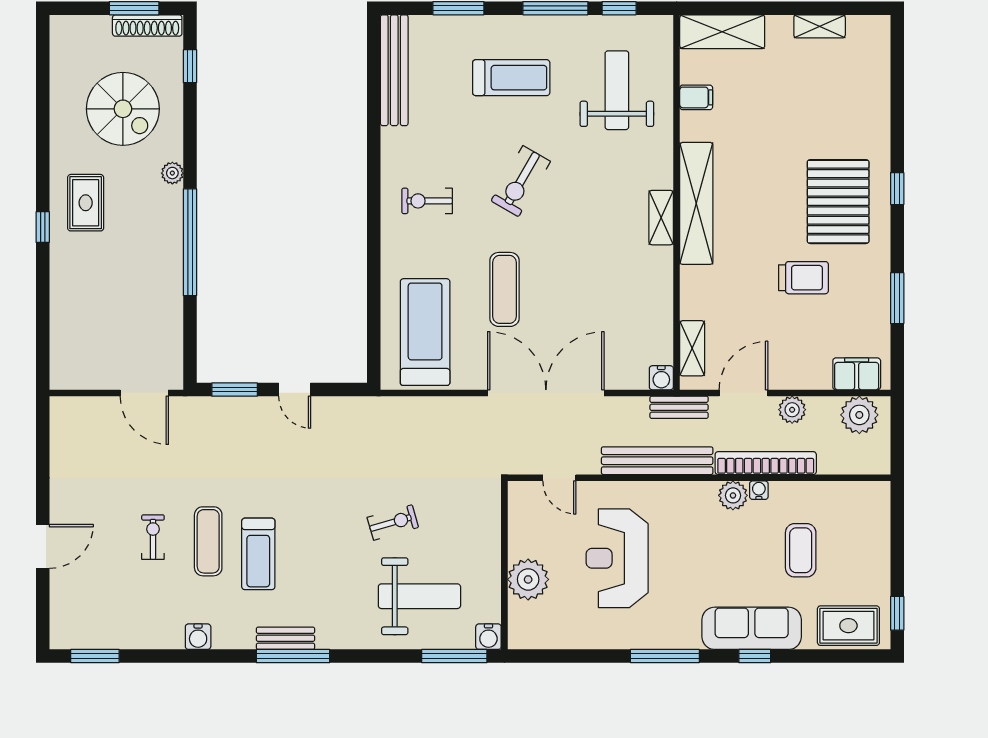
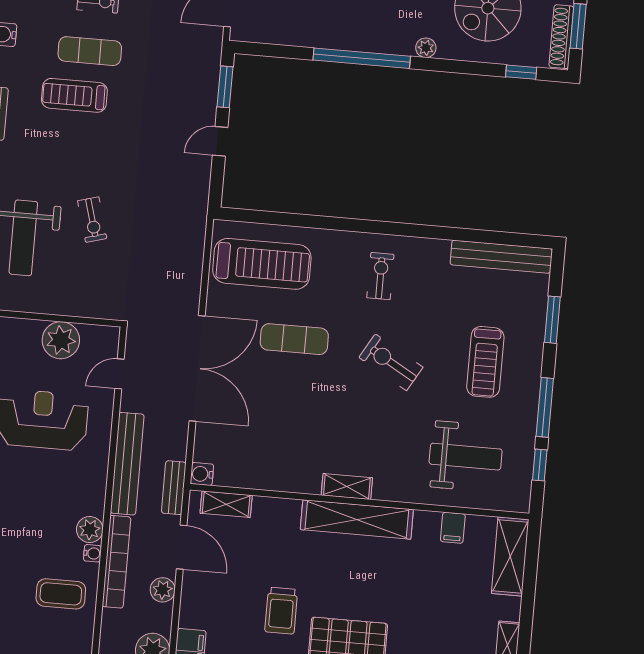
coffee table: (801, 550) -> (61, 594), moved
plant: (528, 579) -> (61, 340), moved

